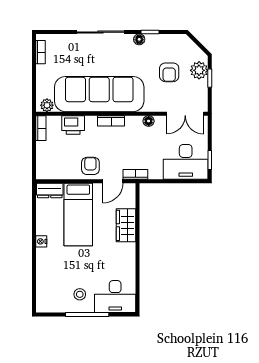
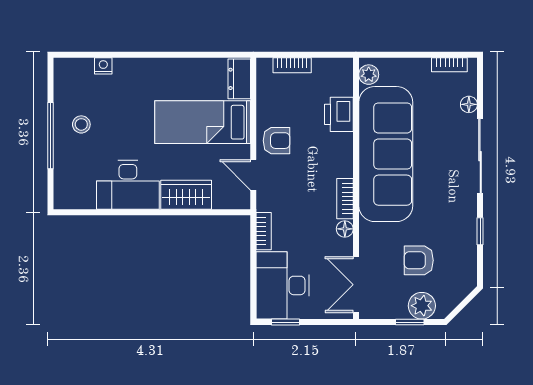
floor lamp: (139, 39) -> (469, 104), moved
bookcase: (111, 121) -> (345, 199), moved
bookcase: (41, 128) -> (292, 65), moved
bookcase: (135, 174) -> (264, 231), moved
nightstand: (41, 241) -> (103, 66), moved
desk: (115, 297) -> (128, 185), moved, turned -90

